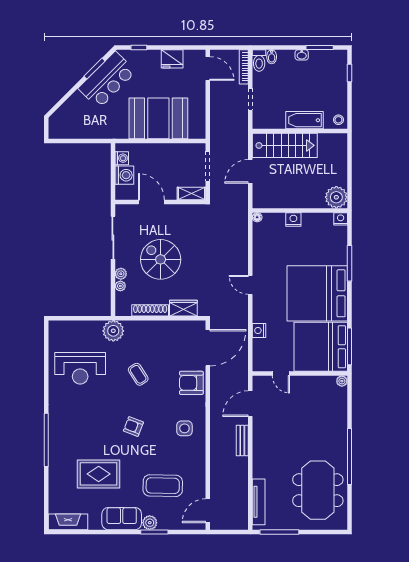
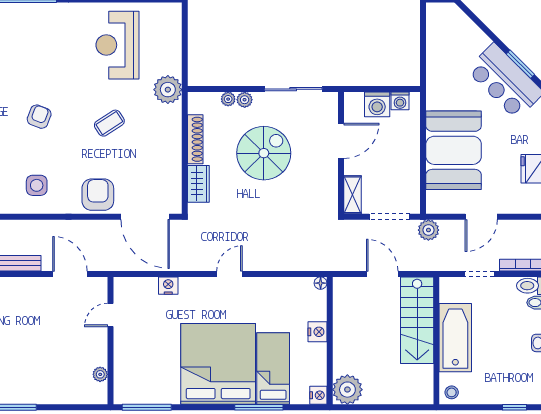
door: (208, 69) -> (481, 217), moved
bathtub: (304, 120) -> (455, 338), width x1.36, depth x1.36
plant: (218, 137) -> (428, 230), added
bed: (321, 347) -> (273, 369), moved, width x0.49
plant: (342, 381) -> (100, 374), moved

